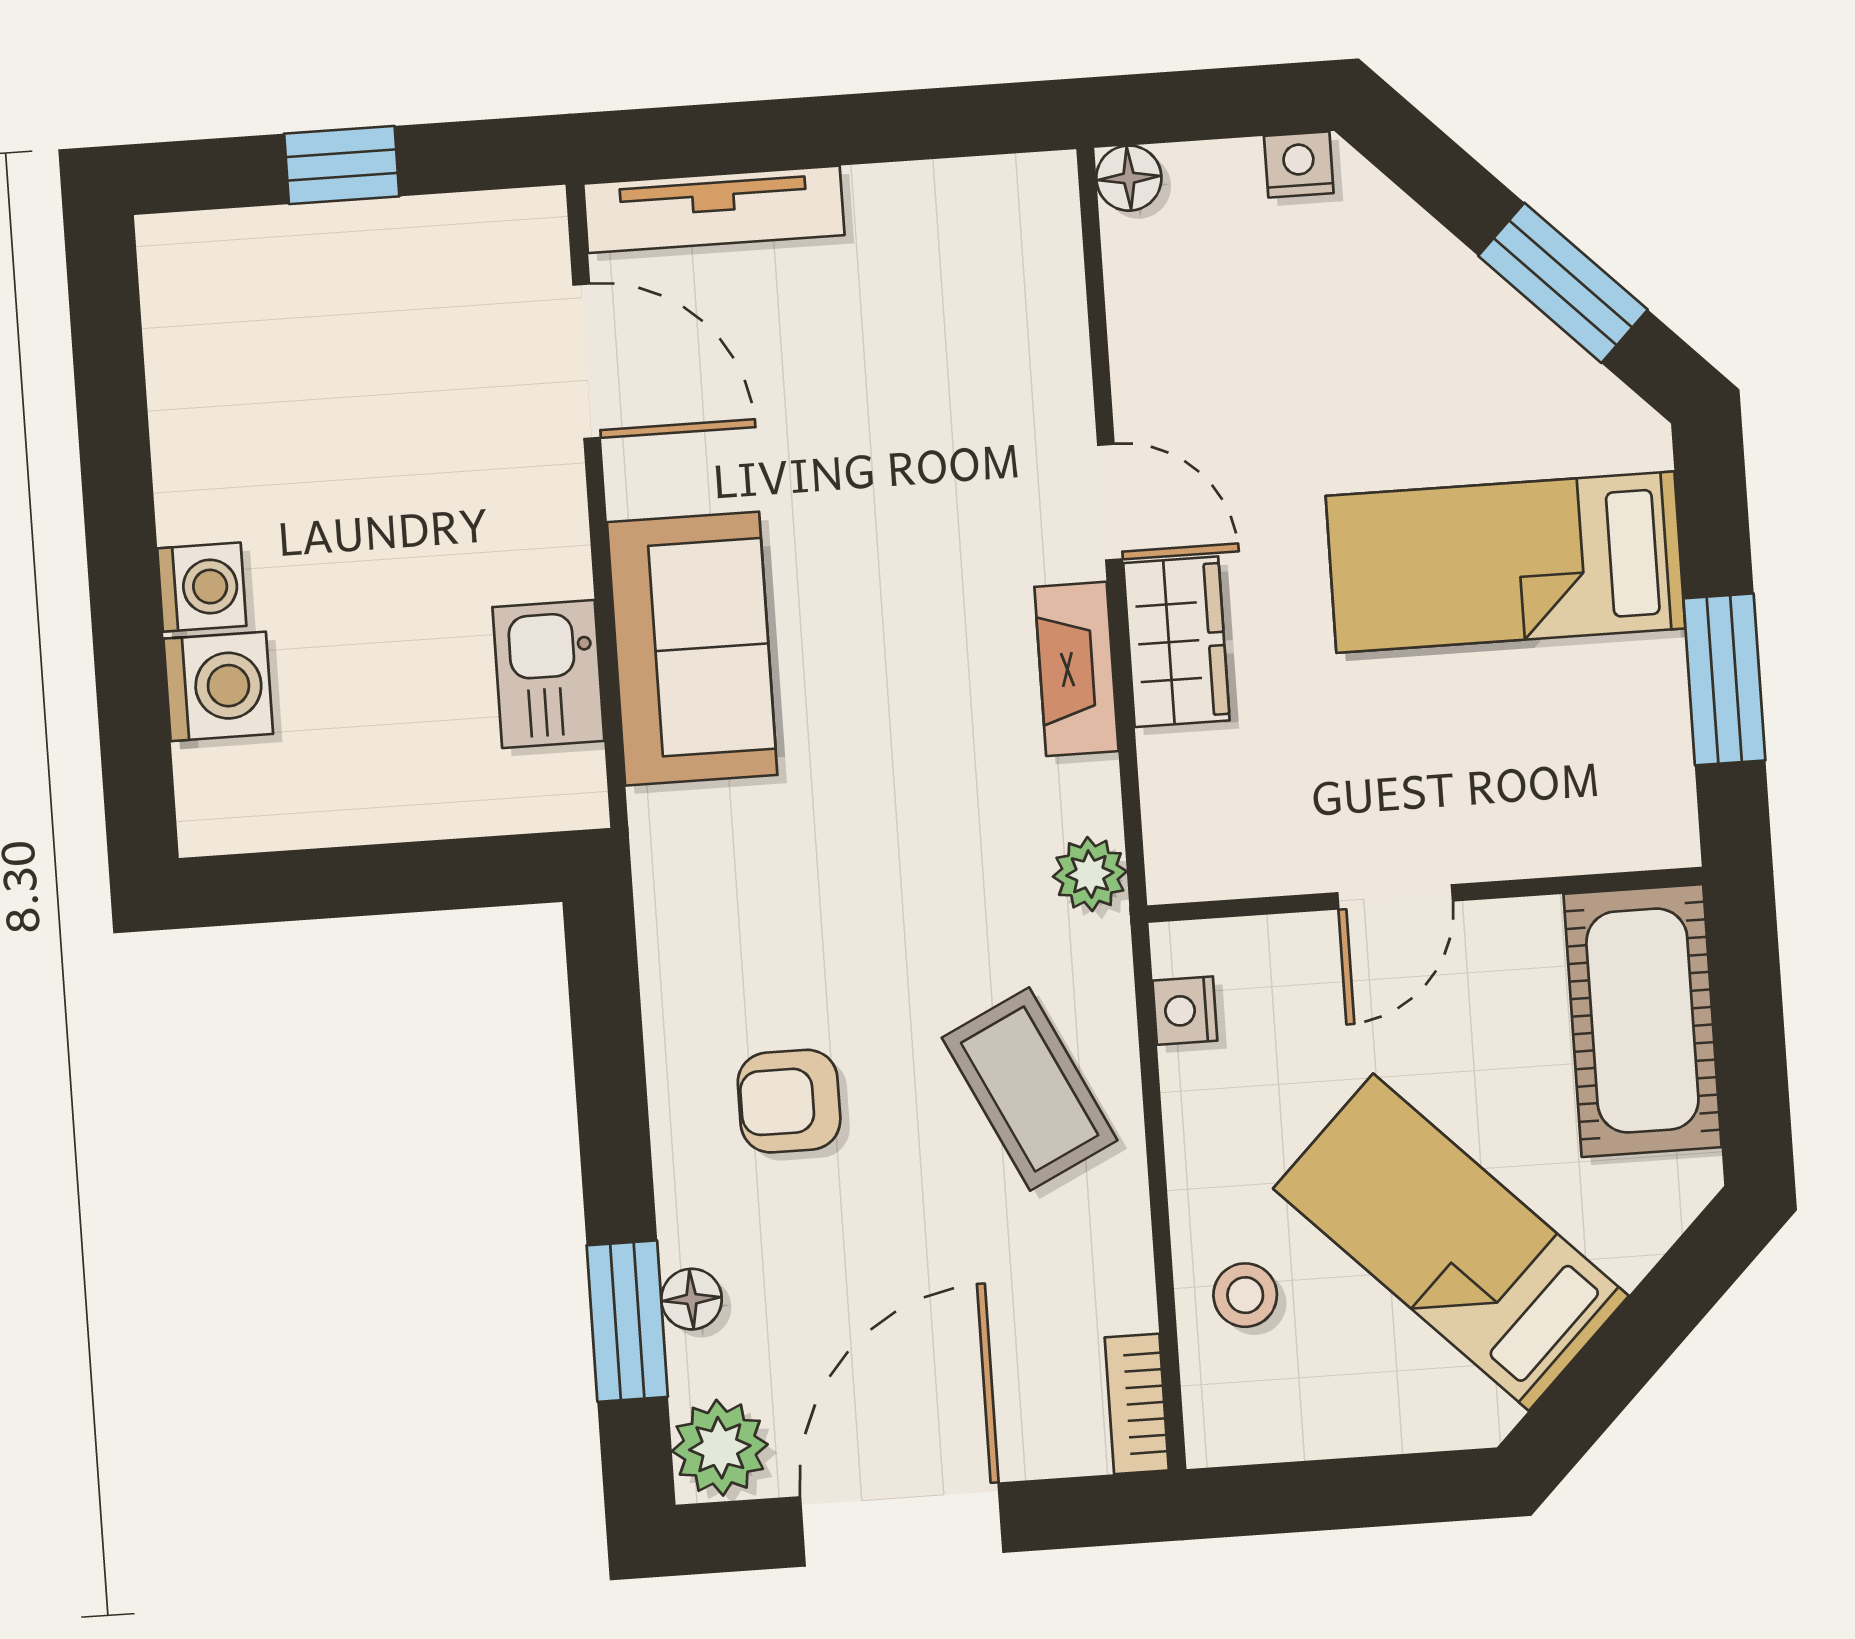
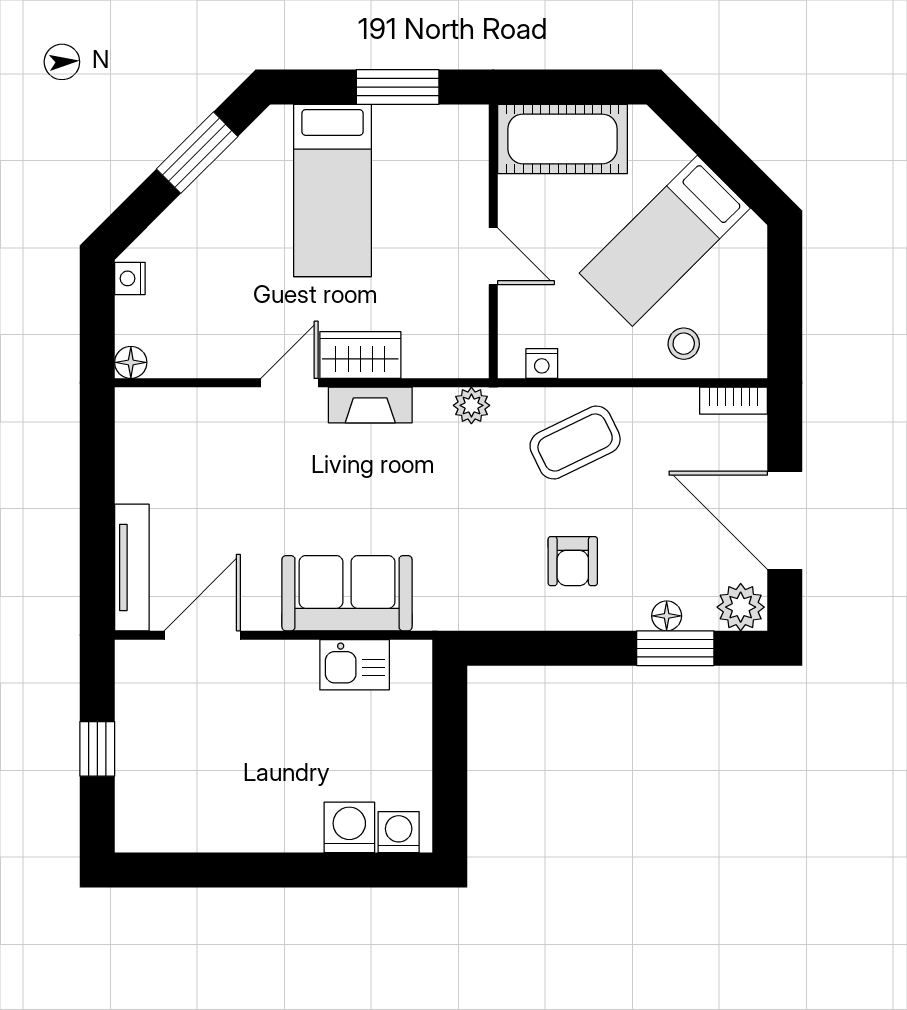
washing machine: (202, 587) -> (399, 832), moved

